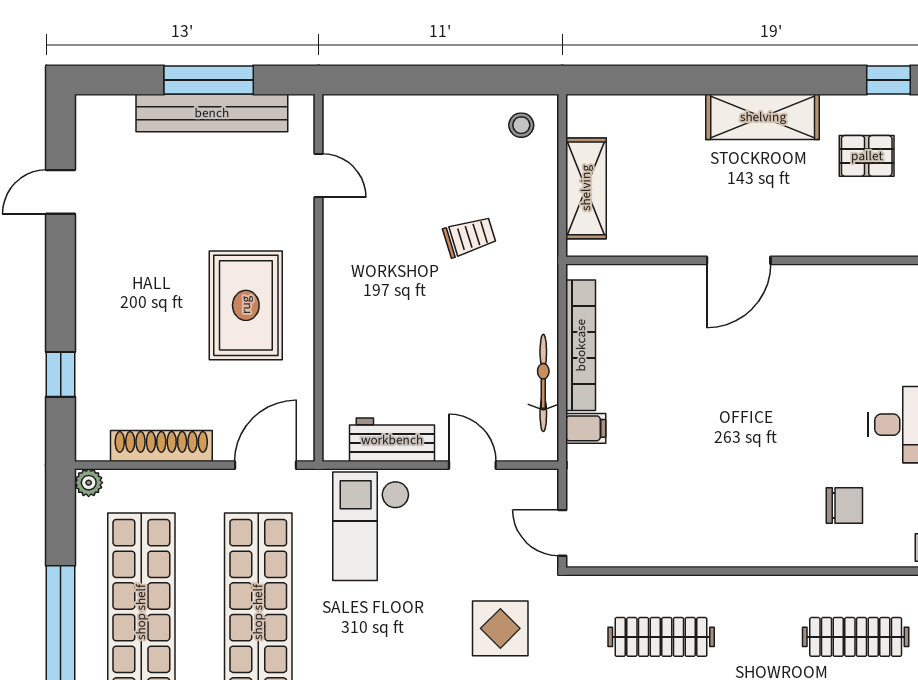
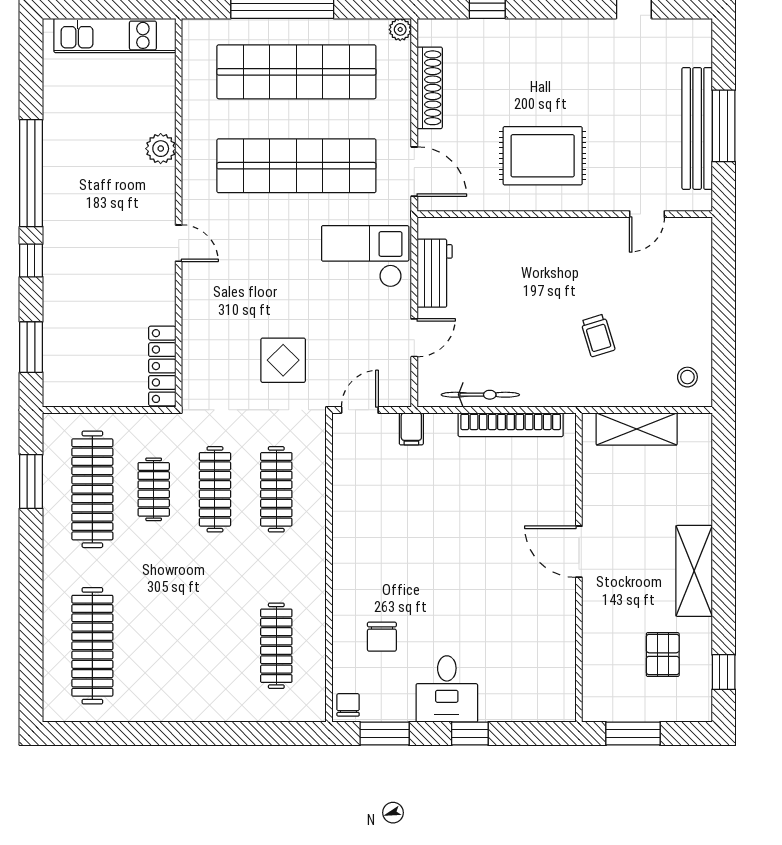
filing cabinet: (586, 428) -> (411, 429), moved

